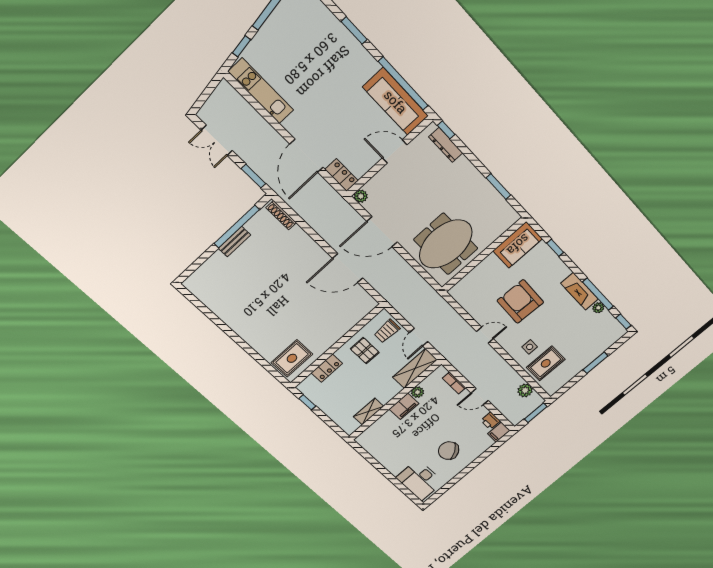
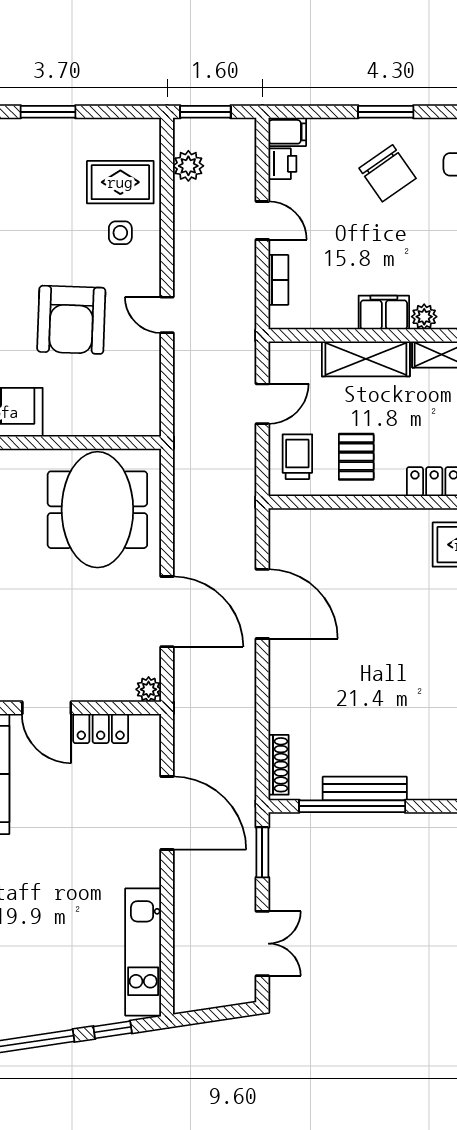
door: (306, 156) -> (167, 813), hinge flipped
locker: (342, 175) -> (101, 729), moved, turned -90
bench: (234, 242) -> (365, 788), width x1.36
meeting table: (446, 244) -> (97, 510), turned 90
trolley: (387, 331) -> (297, 457), turned -90
shelving: (415, 368) -> (366, 359), moved
plant: (418, 392) -> (424, 317), moved
window: (469, 468) -> (386, 112), added

